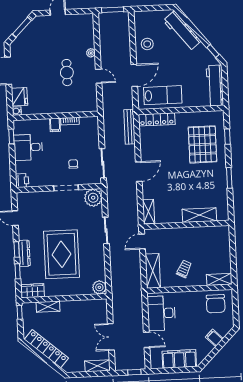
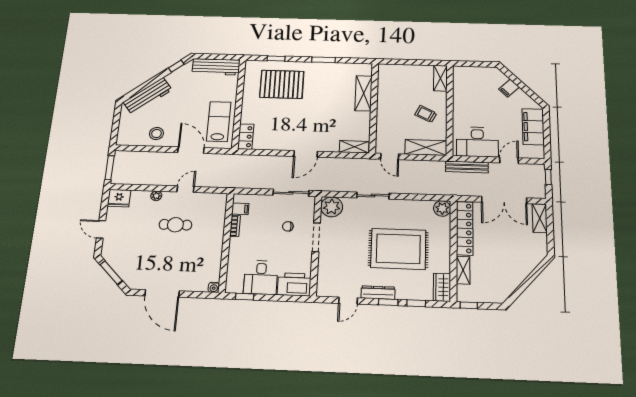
fridge: (19, 97) -> (119, 198), moved, turned 180
locker: (157, 119) -> (246, 137), width x0.66
filing cabinet: (55, 125) -> (240, 209), moved
bench: (129, 127) -> (467, 167), moved
door: (139, 172) -> (306, 154), swing flipped
printer: (22, 181) -> (294, 284), width x1.87, depth x1.48
dresser: (24, 253) -> (378, 293), moved
chair: (216, 304) -> (469, 84), removed
double door: (111, 337) -> (504, 200), width x1.37
locker: (46, 349) -> (465, 228), moved, turned 139

